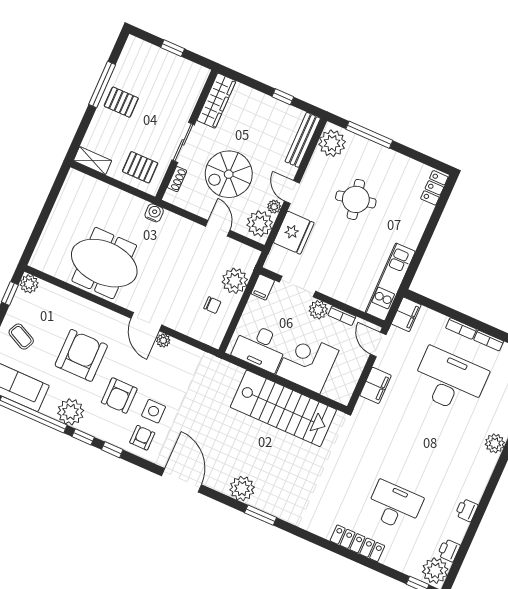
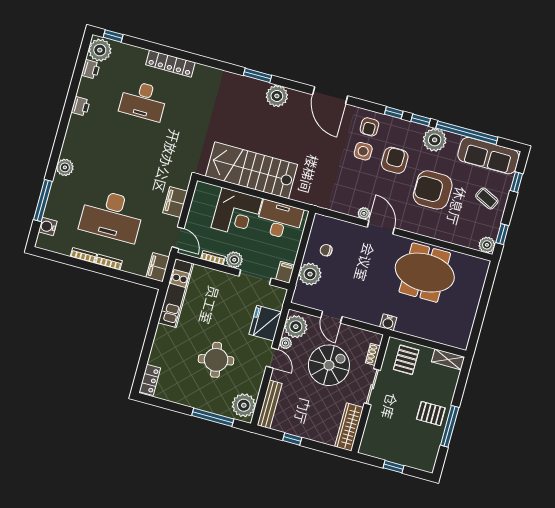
pallet: (140, 167) -> (406, 360), turned 90
armchair: (81, 355) -> (433, 190), turned 90

